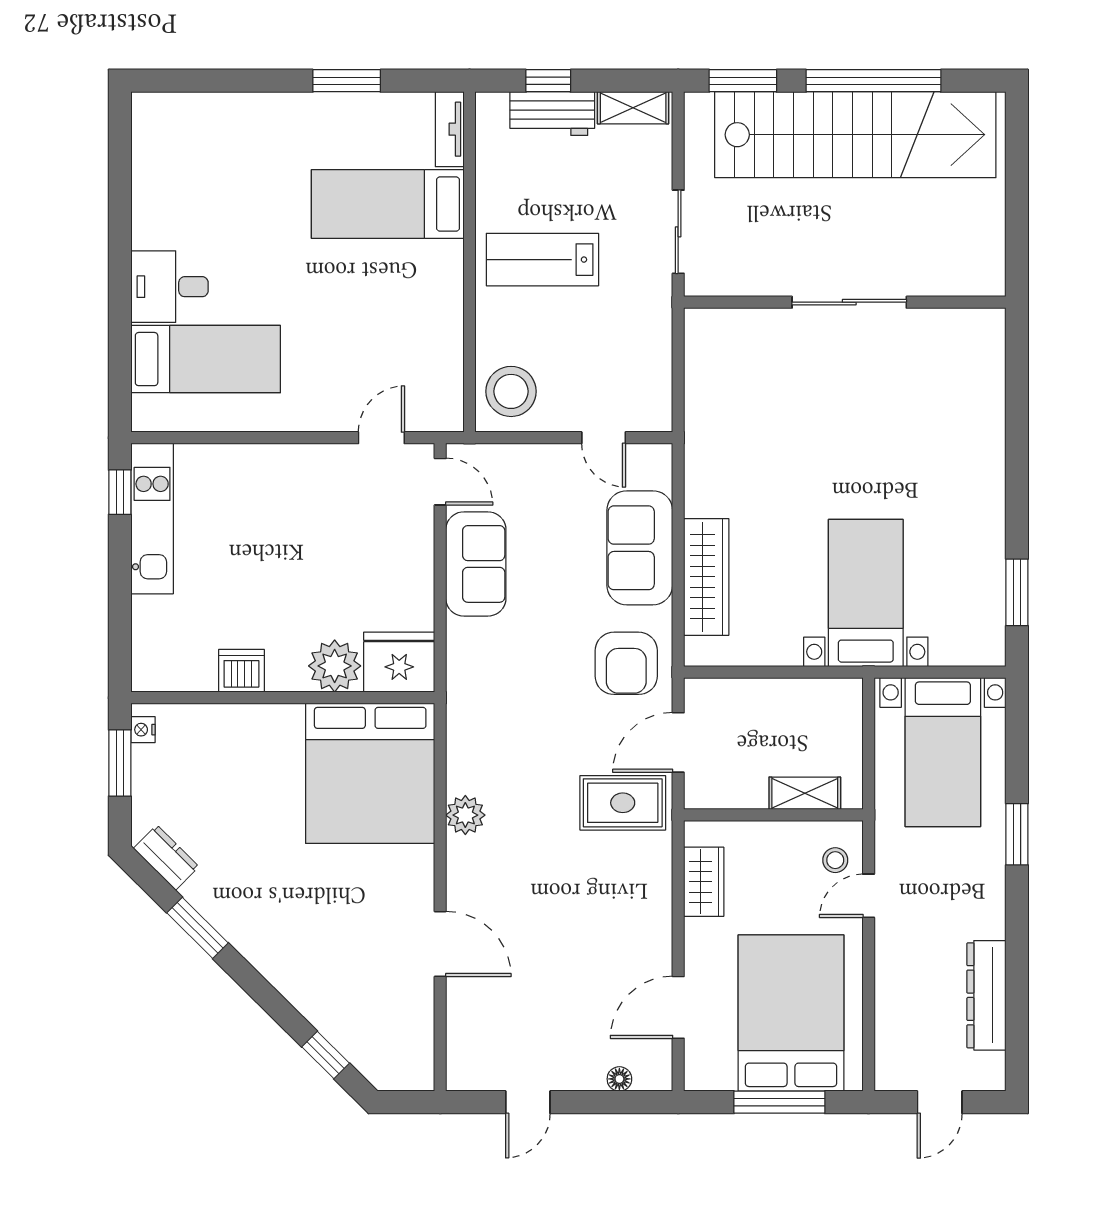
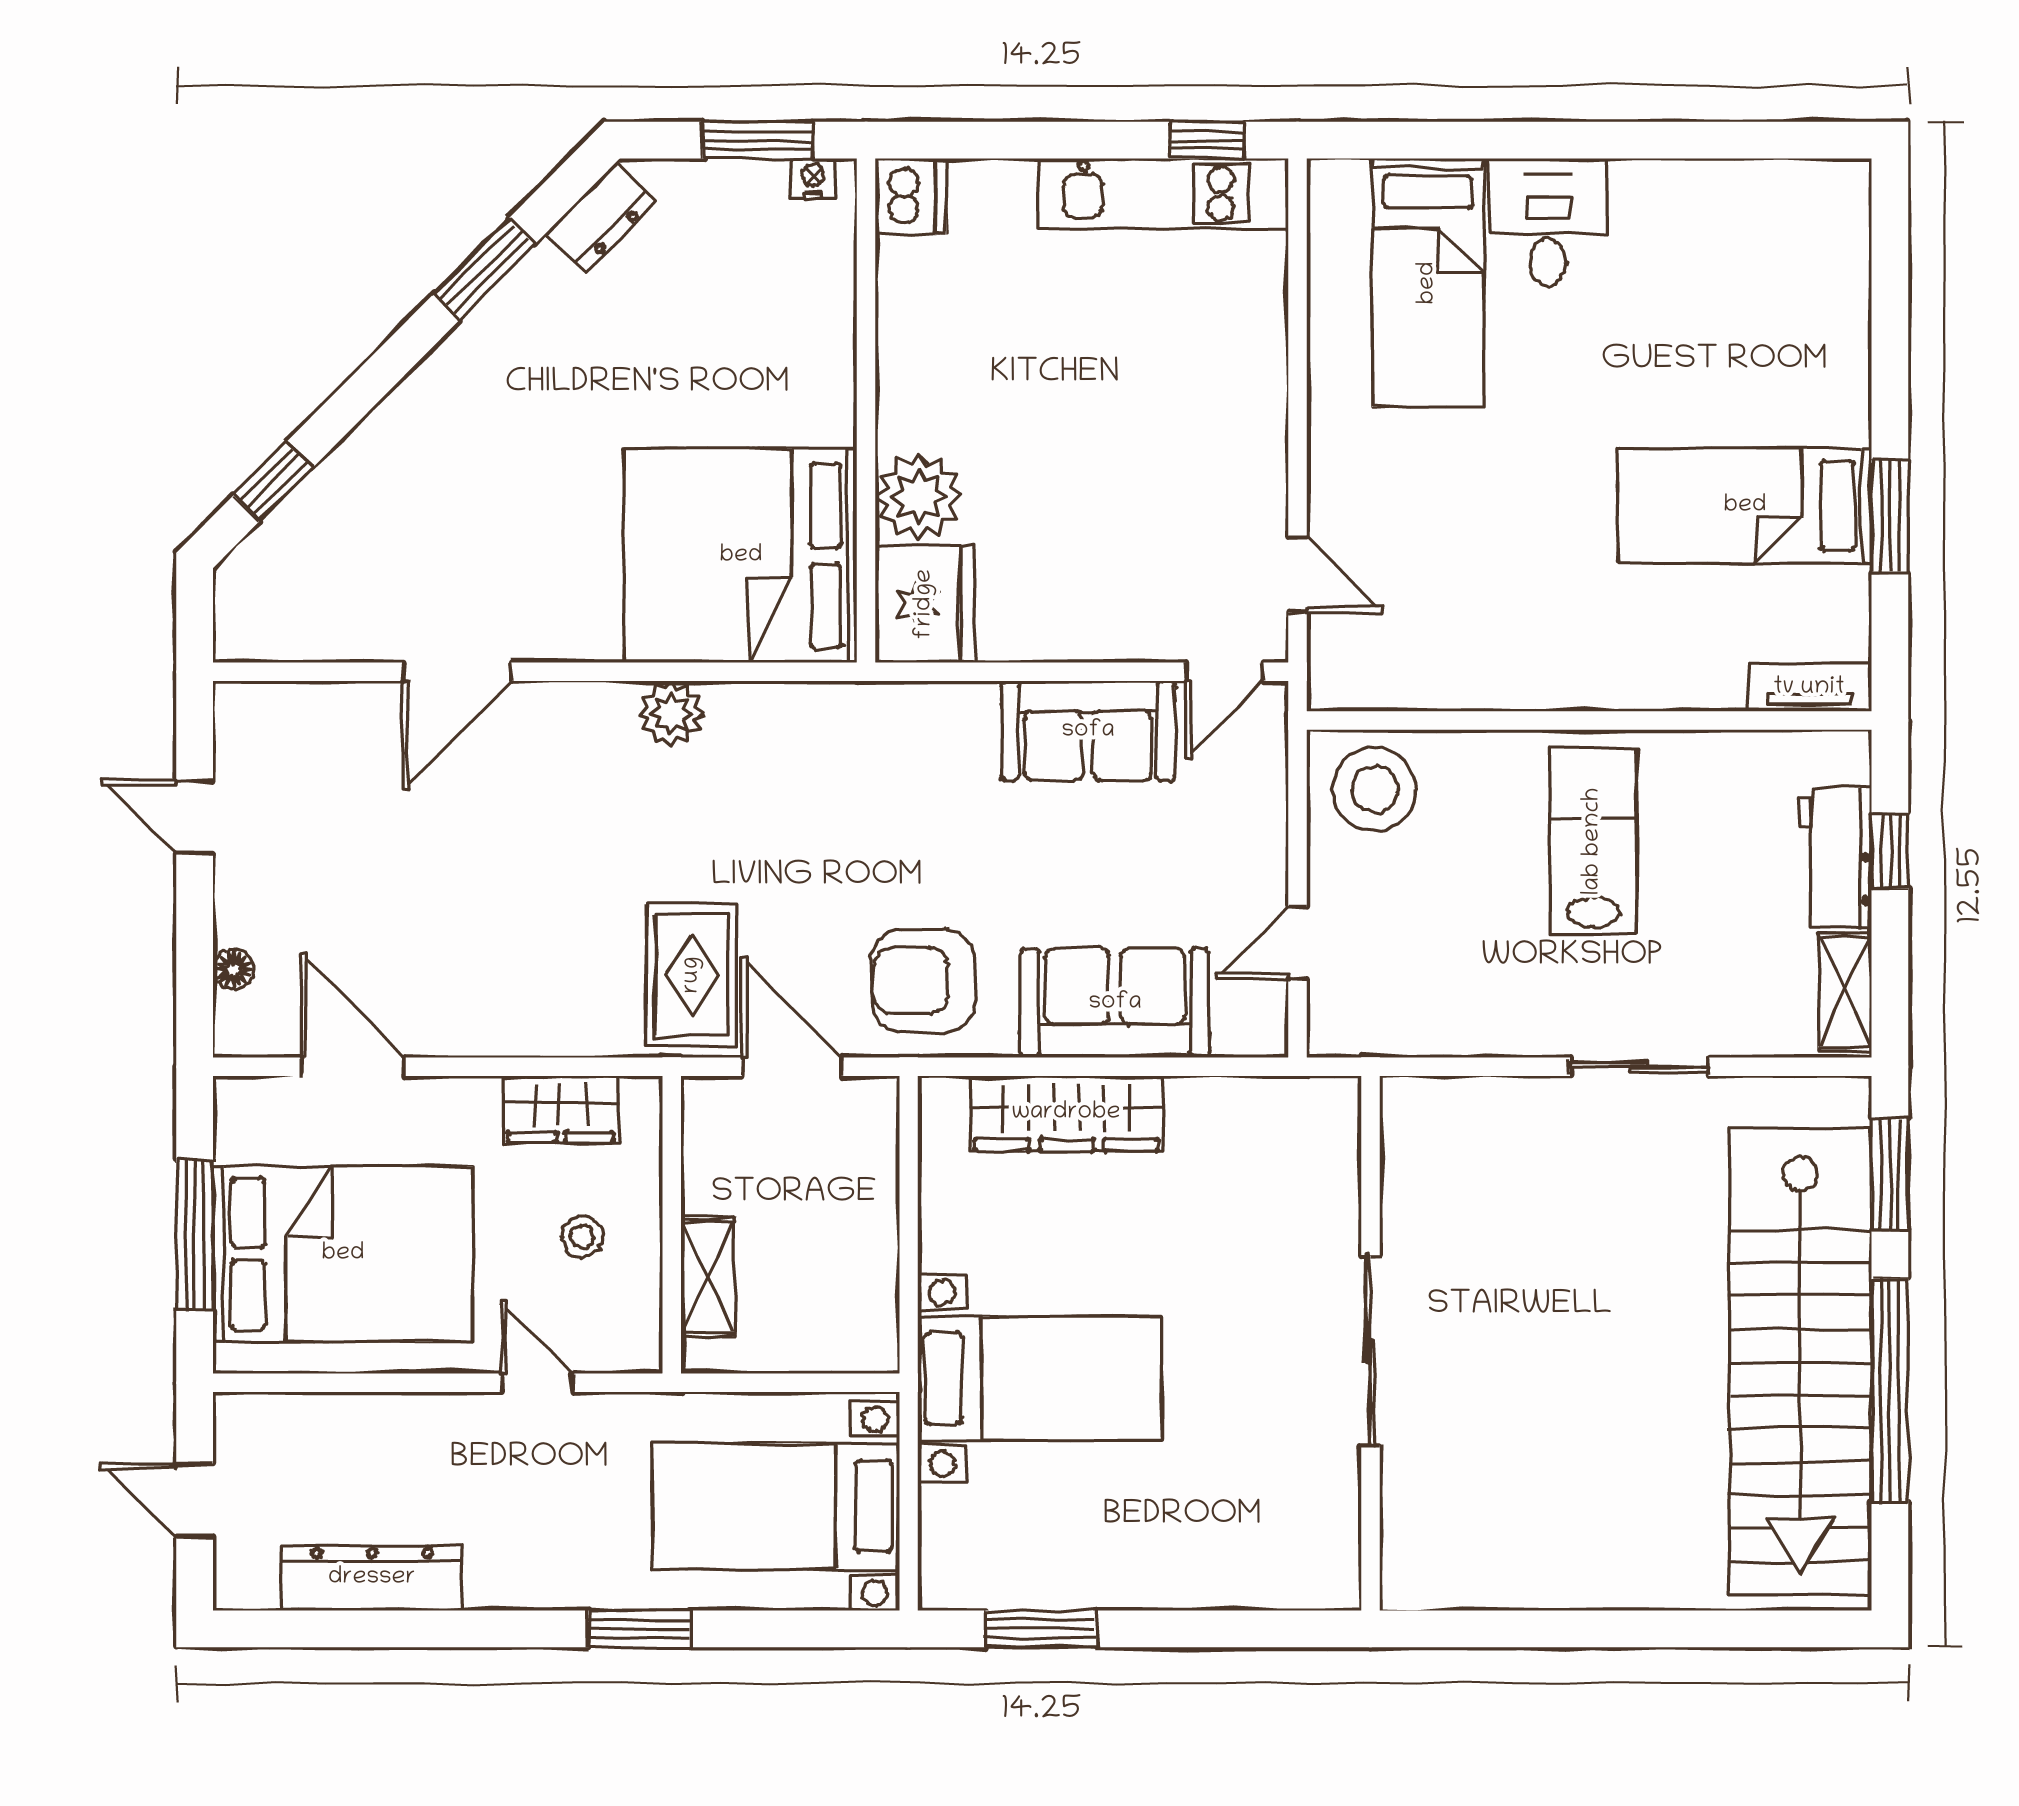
bed: (388, 204) -> (1745, 506), moved, turned -90
wall: (845, 302) -> (1370, 1343), moved
sliding door: (849, 302) -> (1370, 1351), moved
dishwasher: (241, 671) -> (911, 196), moved
stool: (835, 860) -> (582, 1237), moved

